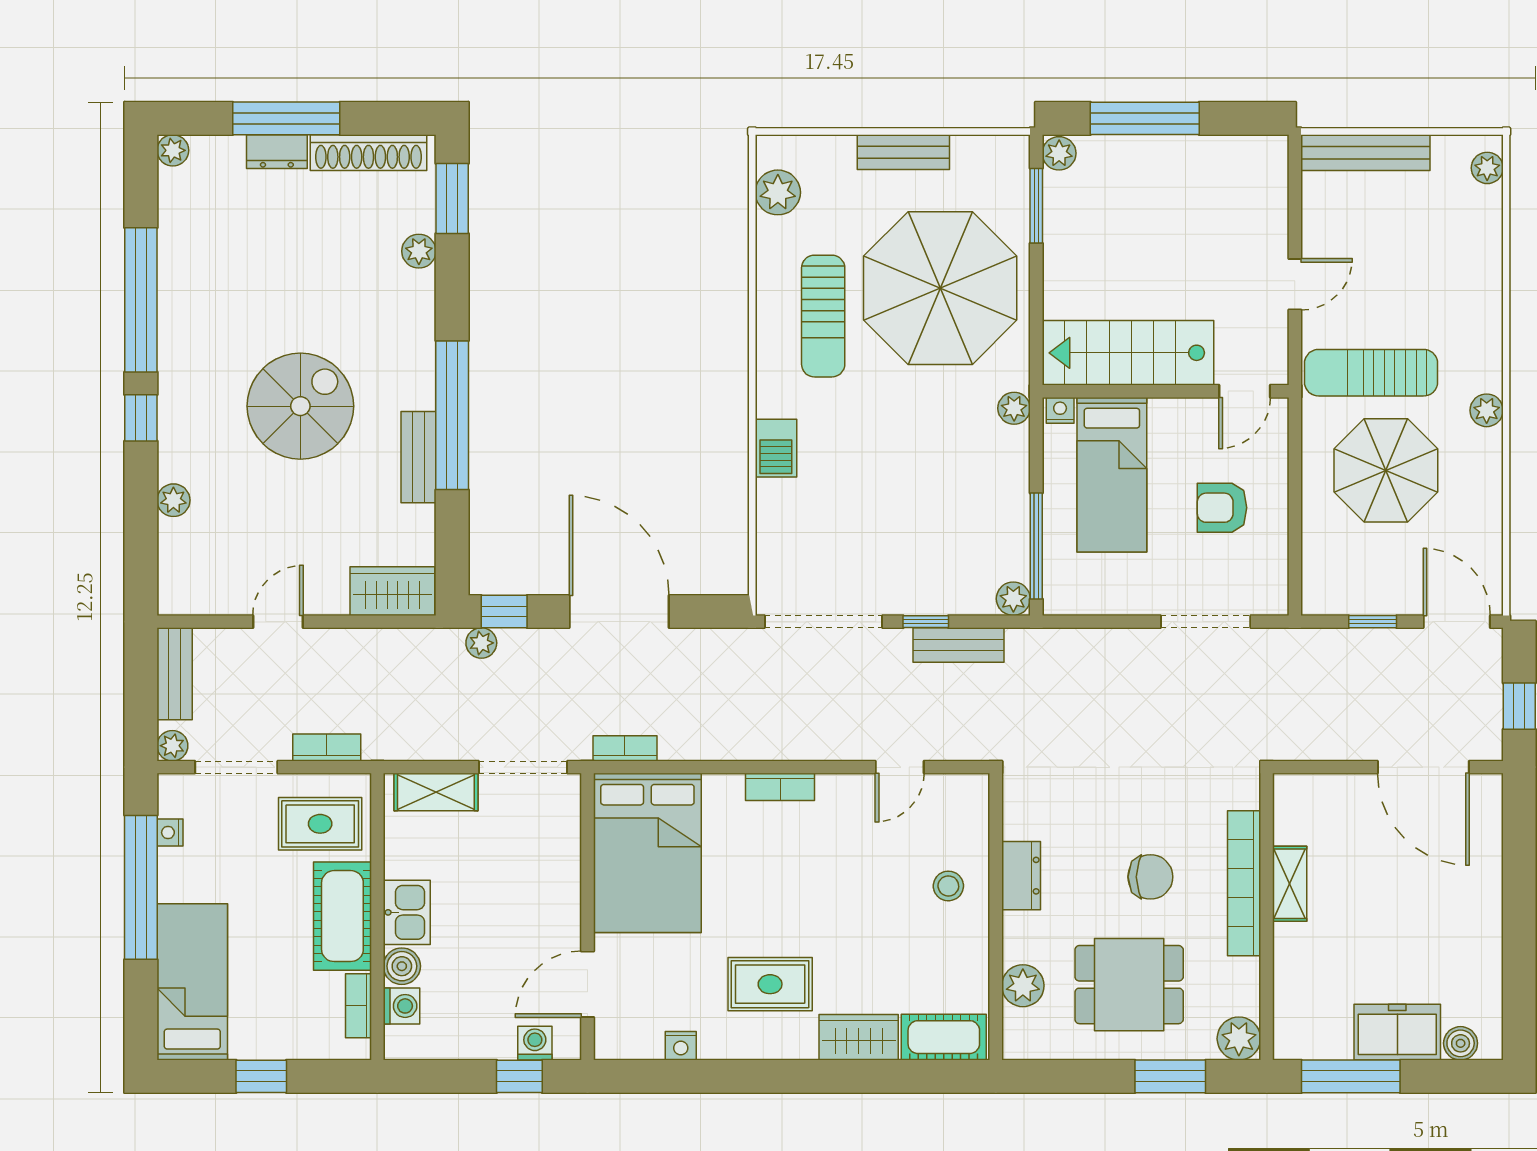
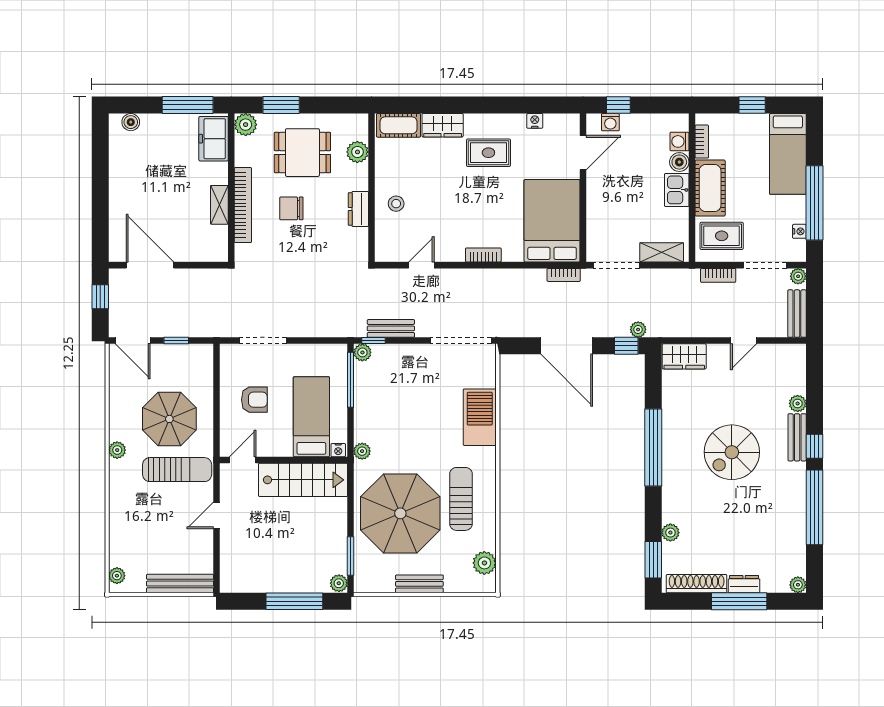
barbecue: (776, 448) -> (480, 417), width x1.88, depth x1.53
bench: (419, 457) -> (797, 437), moved
window: (926, 622) -> (374, 341), moved
freezer: (1397, 1032) -> (214, 139), moved, turned 90

